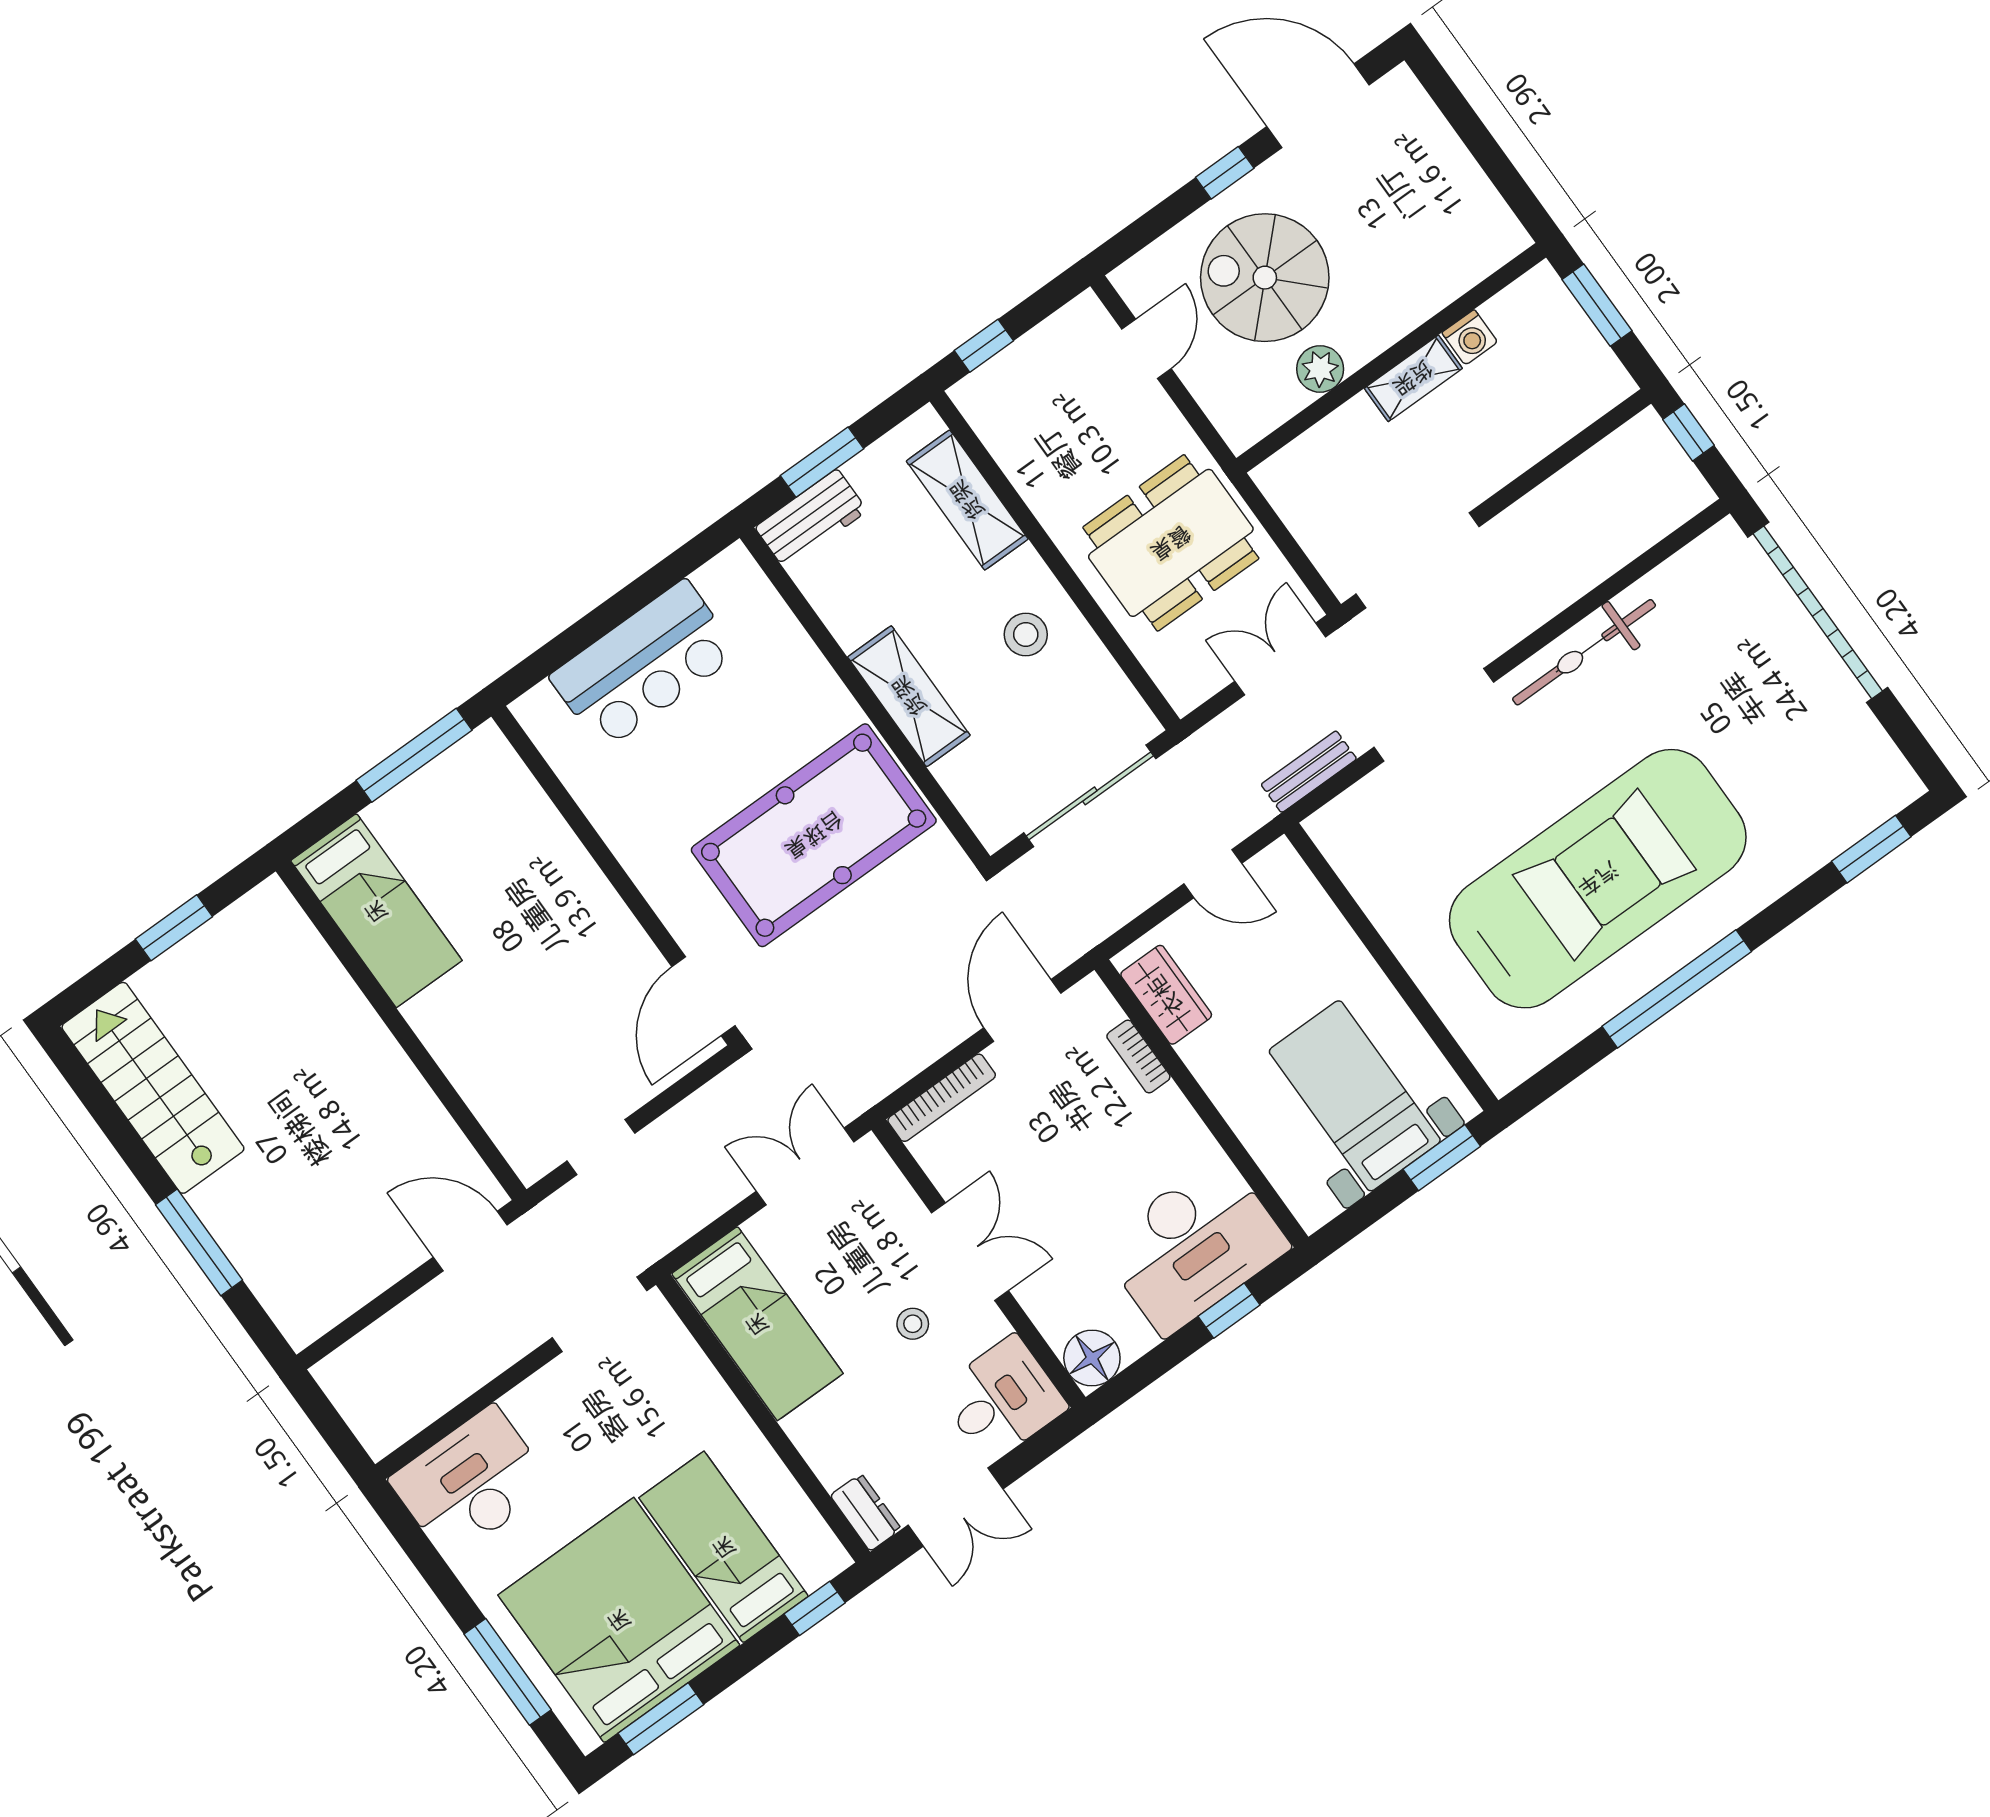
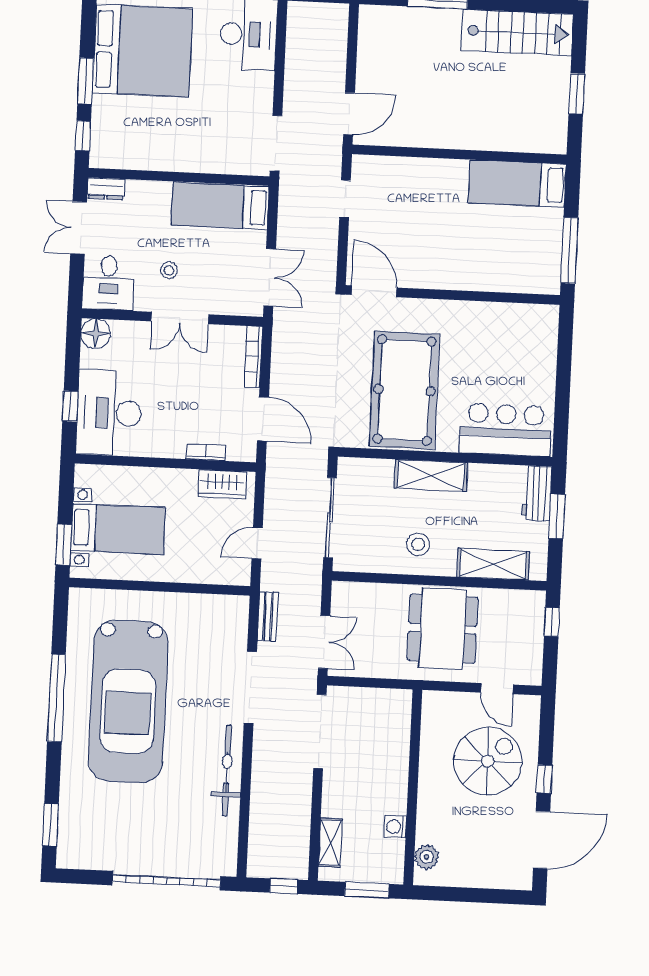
plant: (1320, 369) -> (427, 857), moved
shelving: (1413, 378) -> (330, 842), moved
dining table: (1171, 543) -> (443, 629), moved
bar counter: (644, 665) -> (505, 430), moved, turned 90
bed: (724, 1547) -> (138, 118), removed
window: (661, 1719) -> (86, 81), moved

